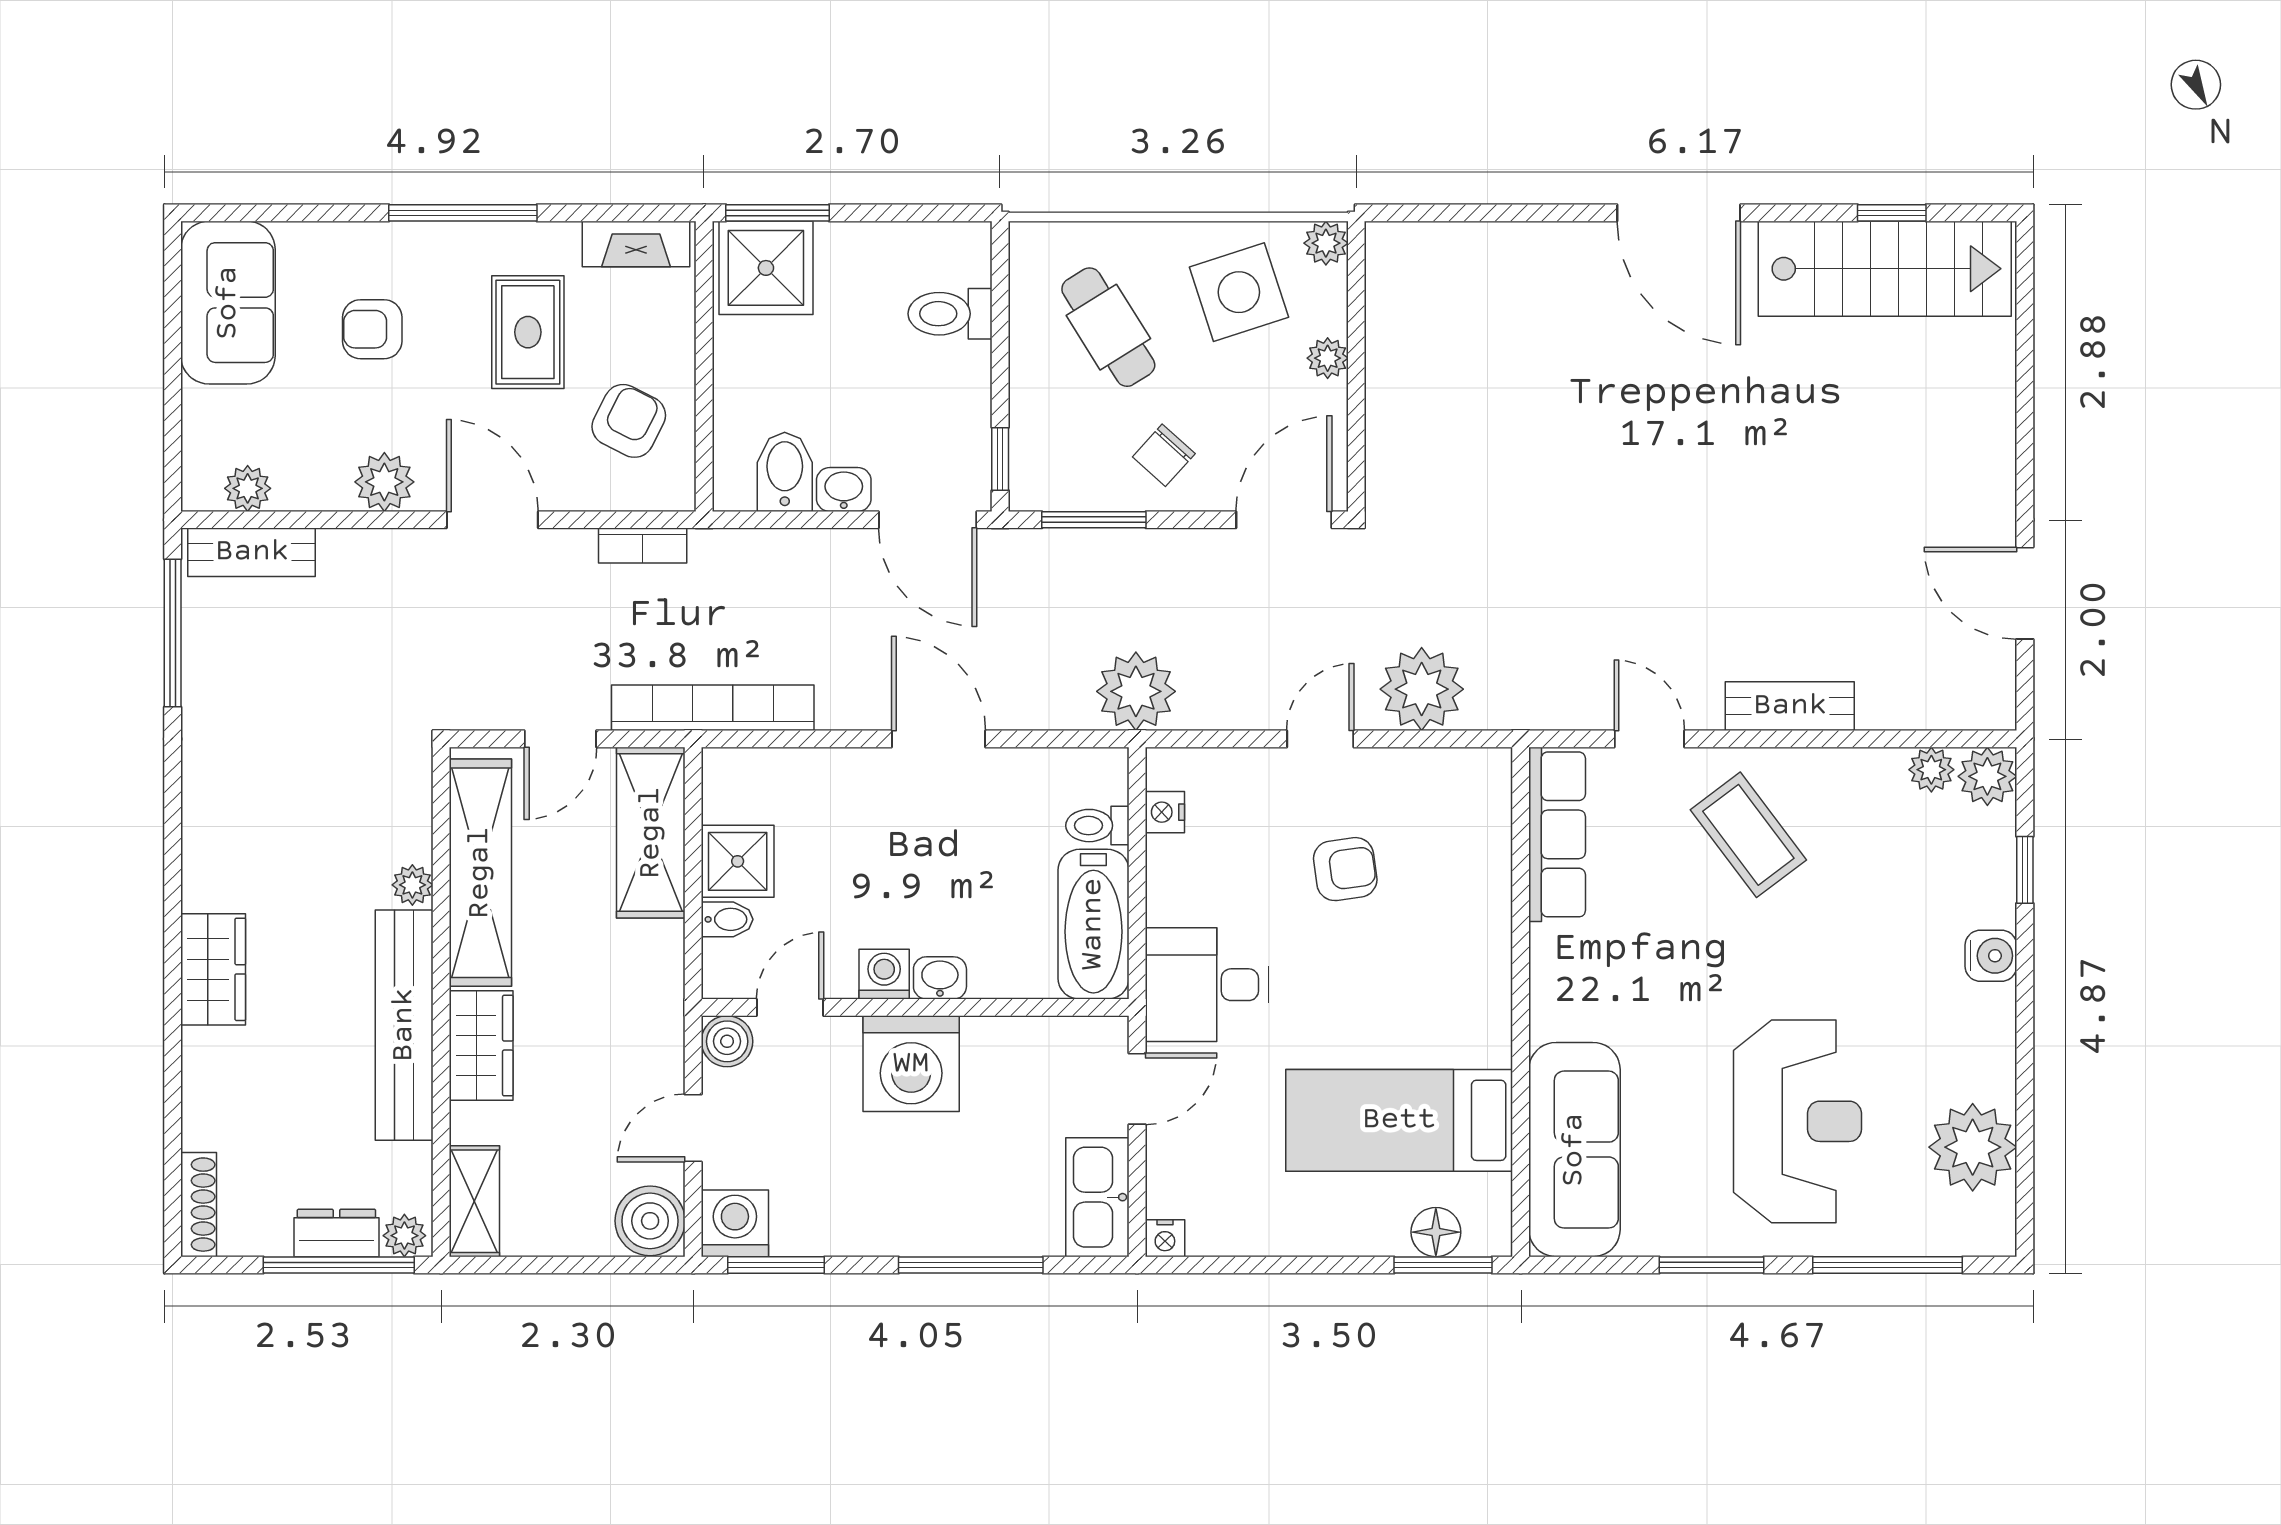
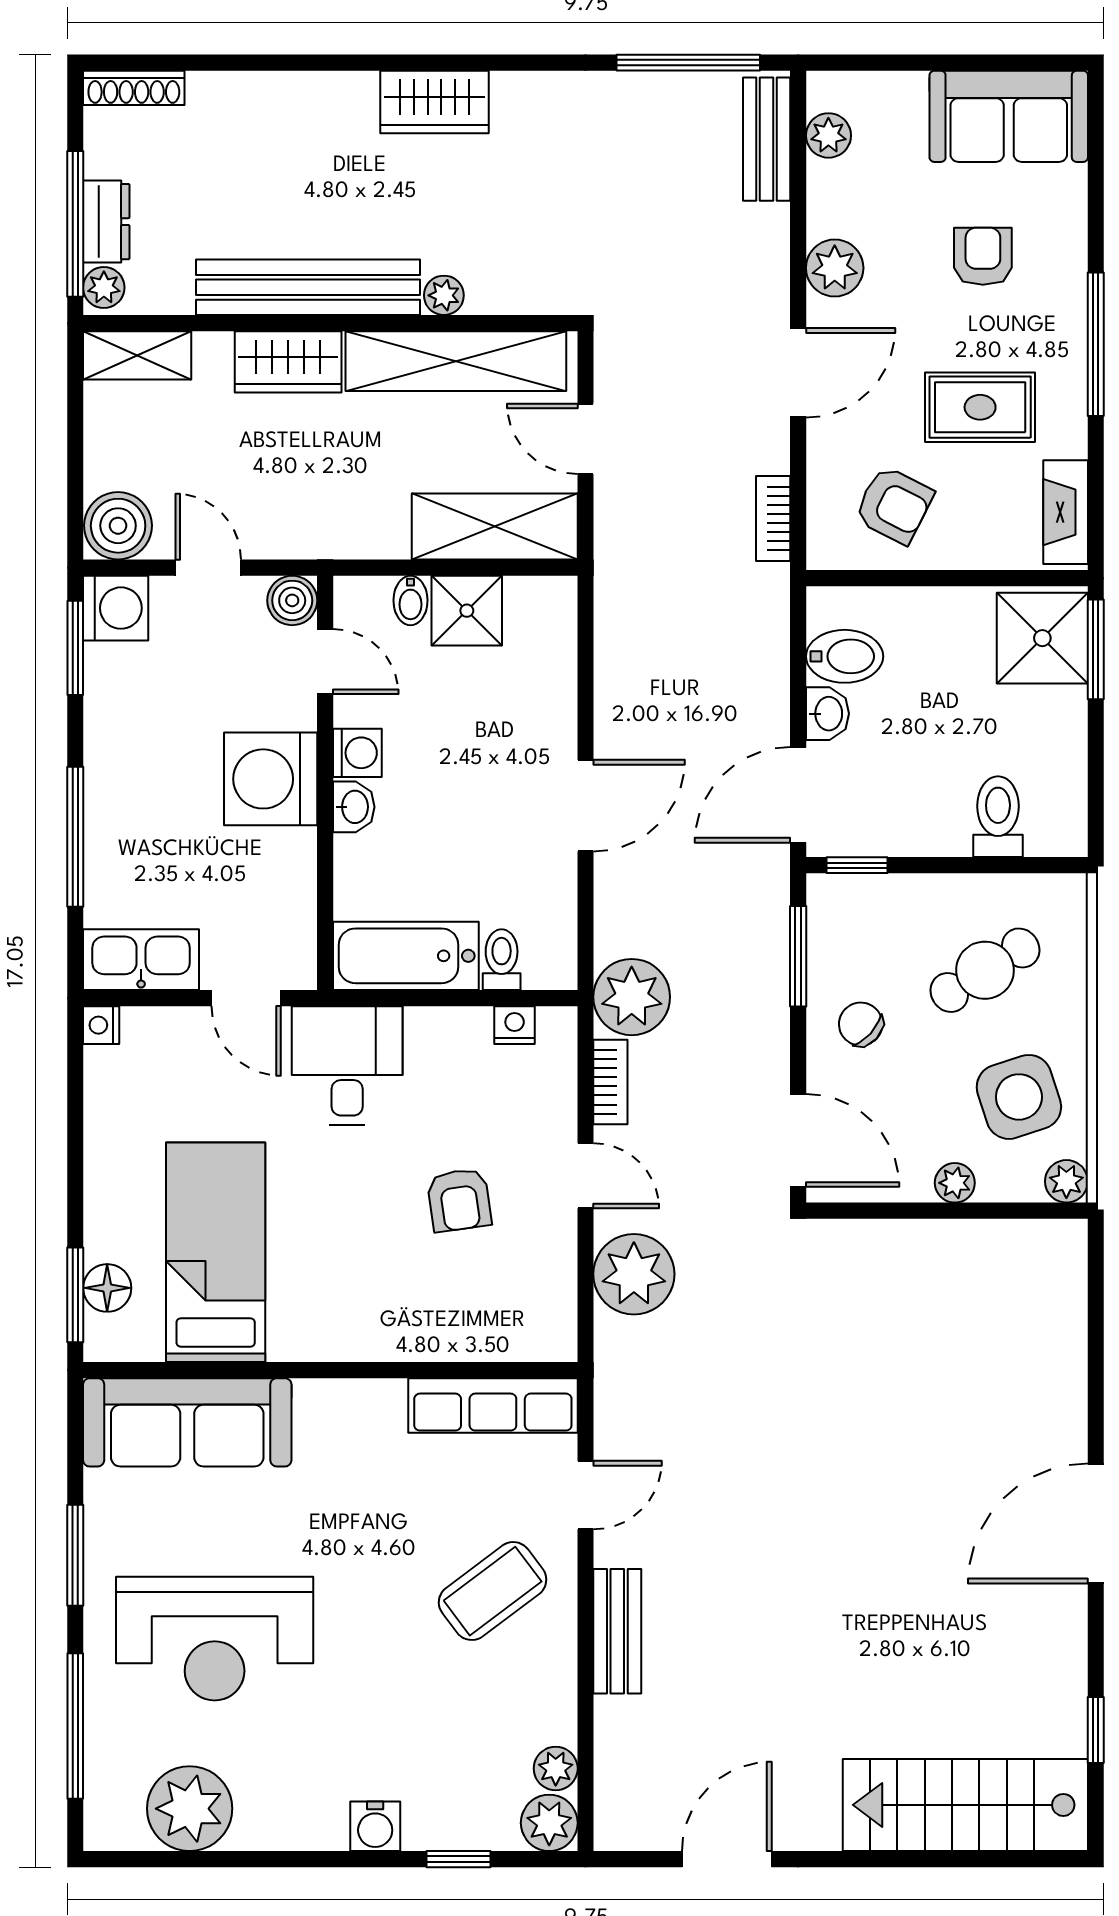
stairs: (1885, 269) -> (965, 1805), moved, turned 90
bookcase: (713, 708) -> (610, 1082), moved, width x0.43, depth x0.76
wardrobe: (213, 969) -> (435, 102), moved

